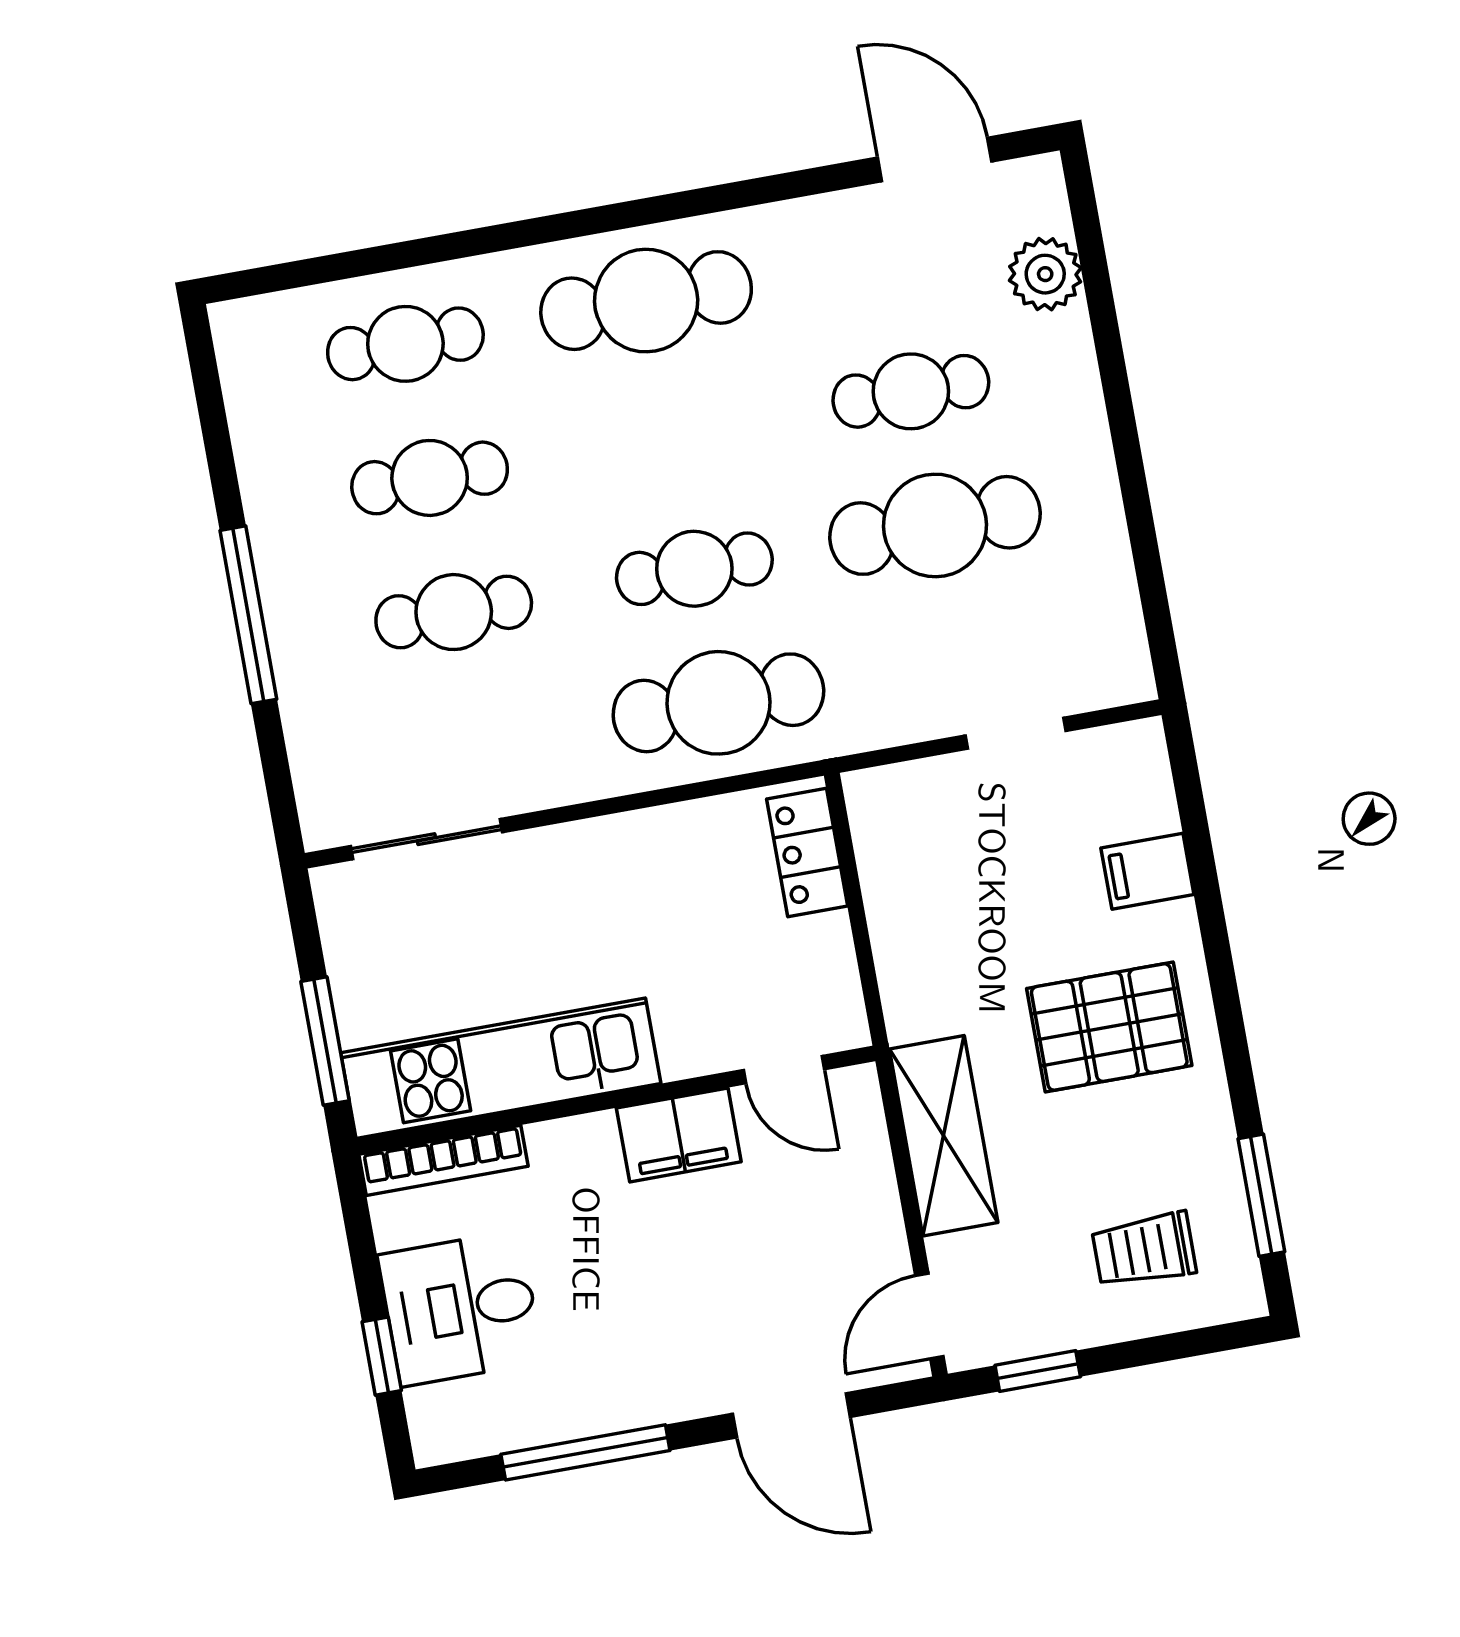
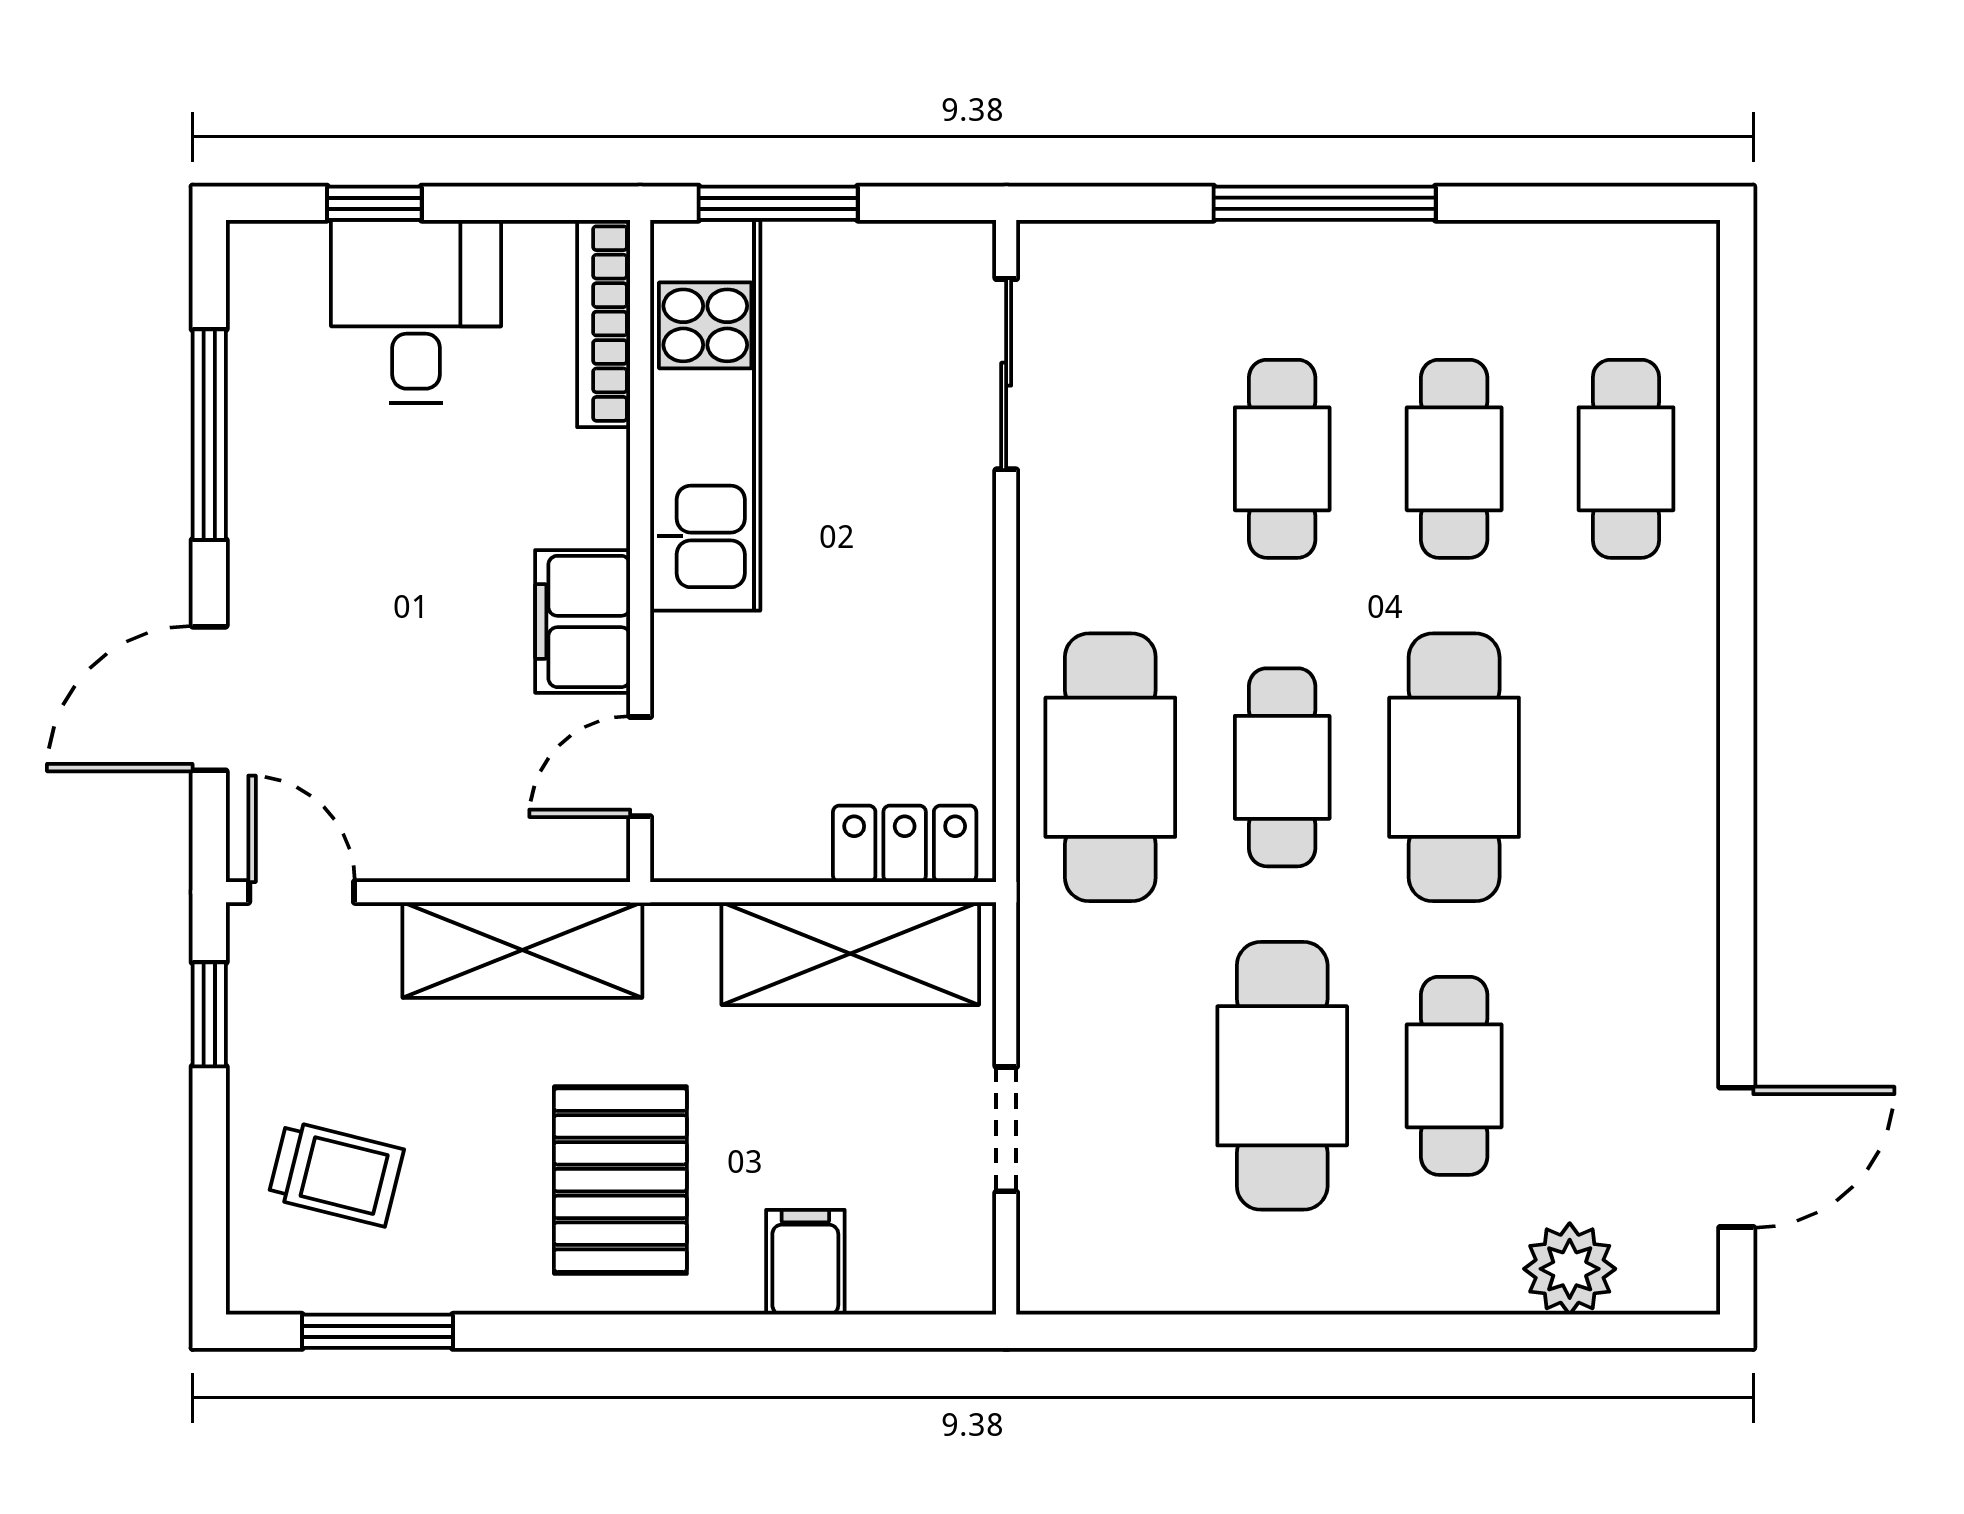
cafe table: (646, 301) -> (1454, 767), moved
shelving: (900, 879) -> (850, 954), added
trolley: (1144, 1250) -> (336, 1174), turned 104

